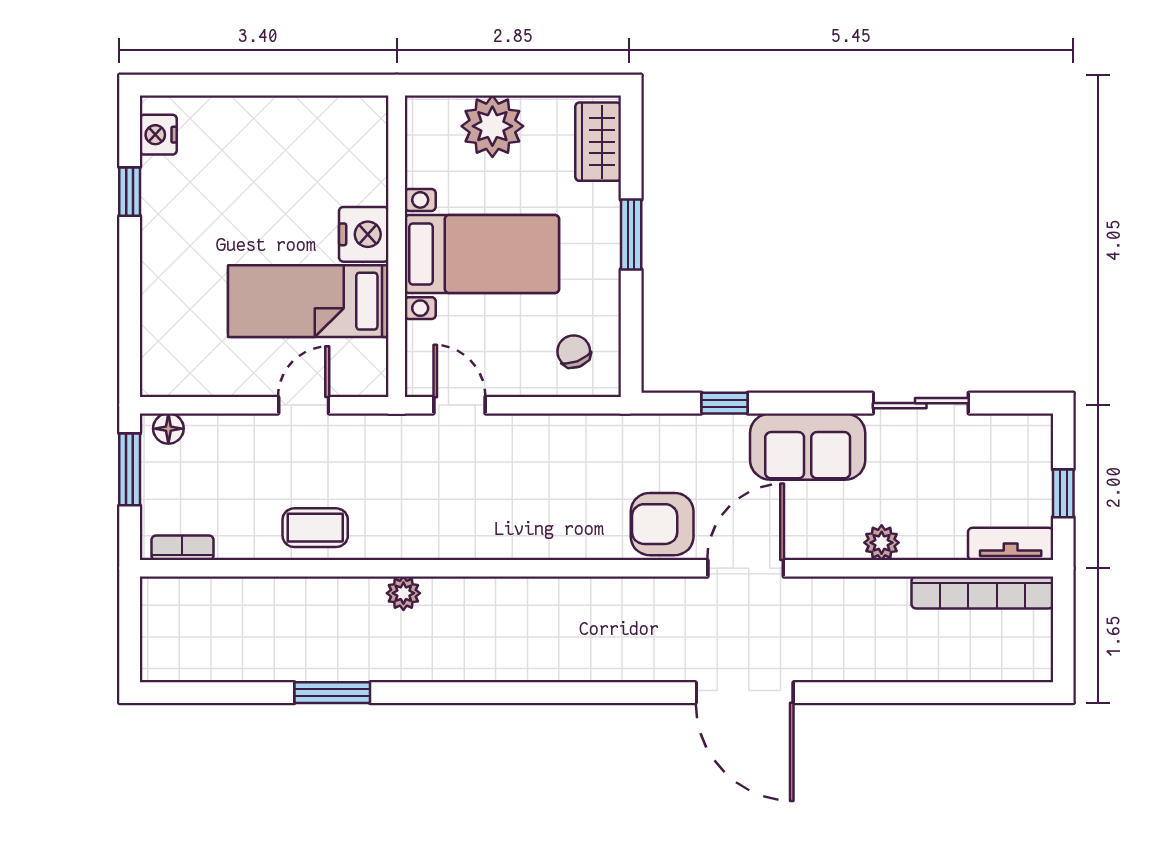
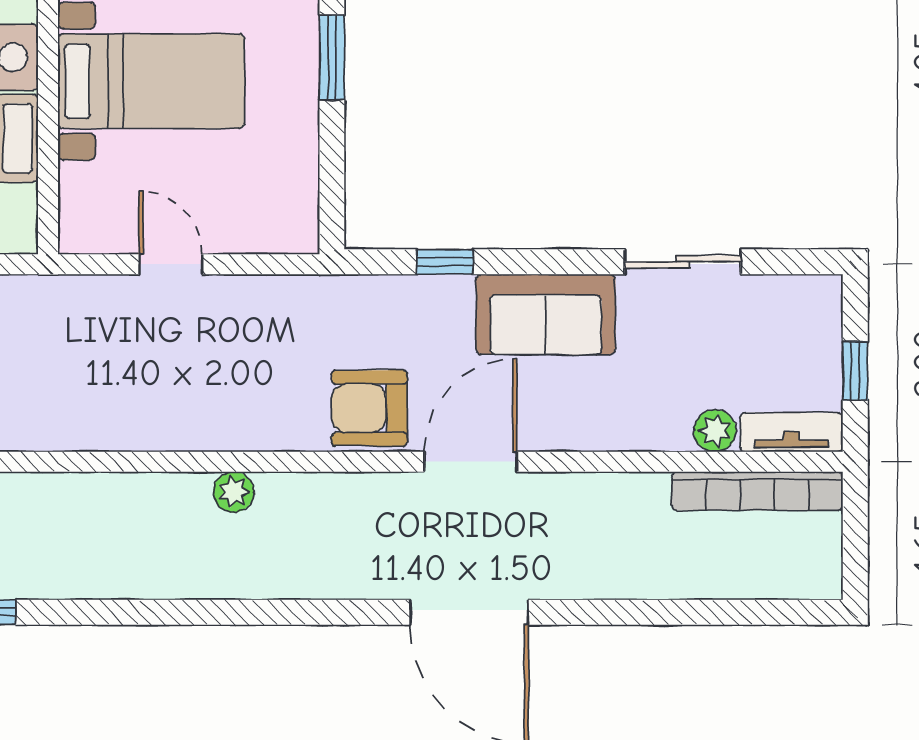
chair: (574, 351) -> (263, 199), removed
door: (459, 405) -> (171, 264), moved
plant: (882, 543) -> (715, 431), moved
plant: (403, 593) -> (234, 492), moved

